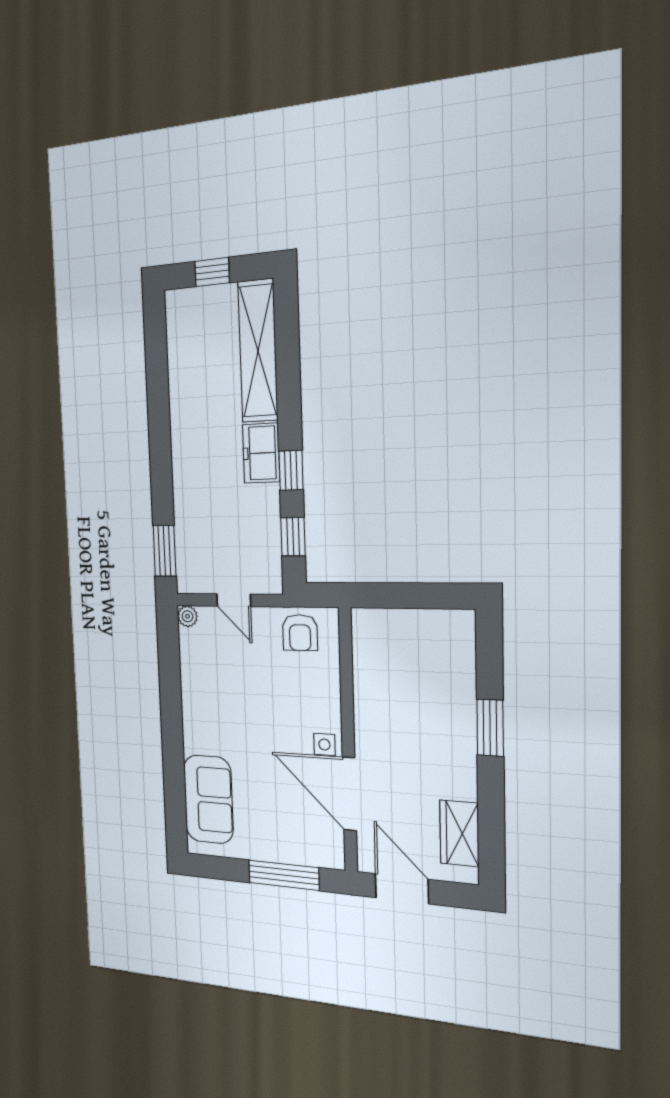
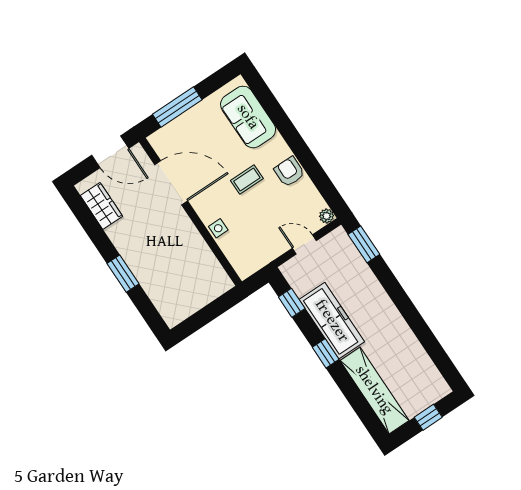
freezer: (261, 453) -> (332, 321), width x1.91, depth x1.26
window: (291, 470) -> (326, 353), moved
armchair: (300, 633) -> (289, 172), moved
coffee table: (254, 729) -> (247, 179), added
side table: (324, 745) -> (218, 228), moved

